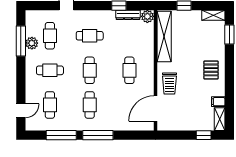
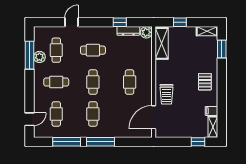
shelving: (164, 36) -> (162, 43), width x0.68

